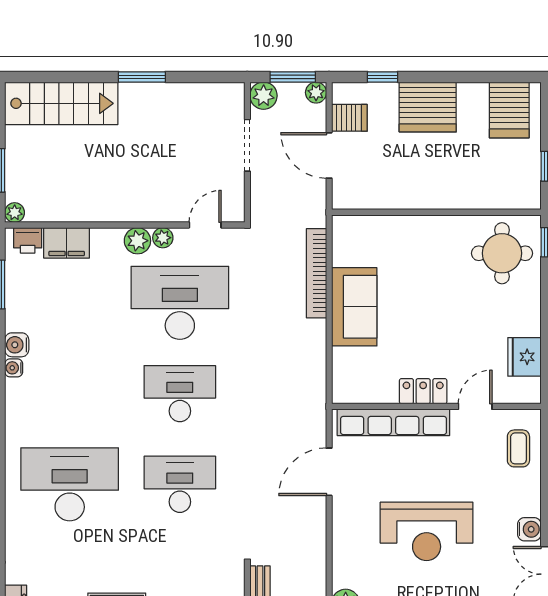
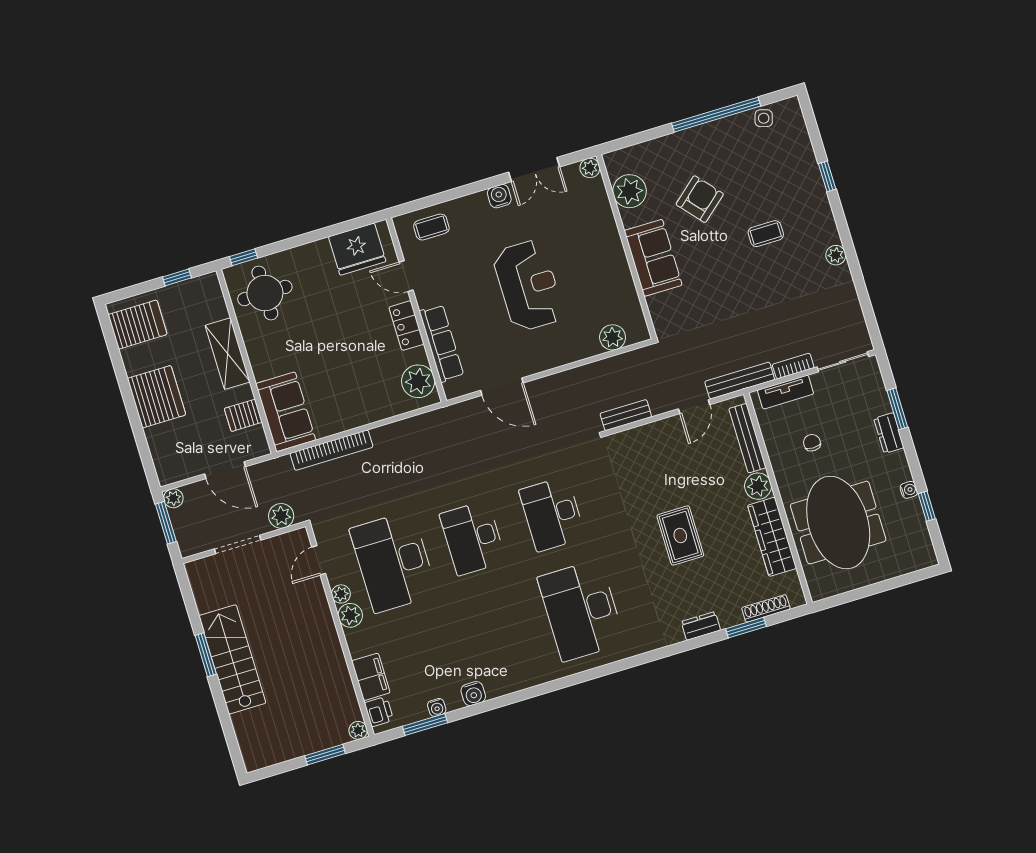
window: (382, 77) -> (142, 444), removed
plant: (264, 96) -> (281, 516), moved
stairs: (61, 103) -> (232, 659), moved
server rack: (349, 118) -> (243, 415), moved, turned -90
door: (329, 155) -> (225, 470), hinge flipped
shelving: (450, 195) -> (228, 354), added
door: (205, 225) -> (319, 560), hinge flipped
sofa: (354, 307) -> (286, 412), moved, turned 90
fridge: (524, 357) -> (357, 249), width x1.36, depth x1.34
water cooler: (14, 368) -> (437, 707), moved
plant: (361, 386) -> (418, 381), added
row of seats: (393, 422) -> (442, 343), width x0.73

